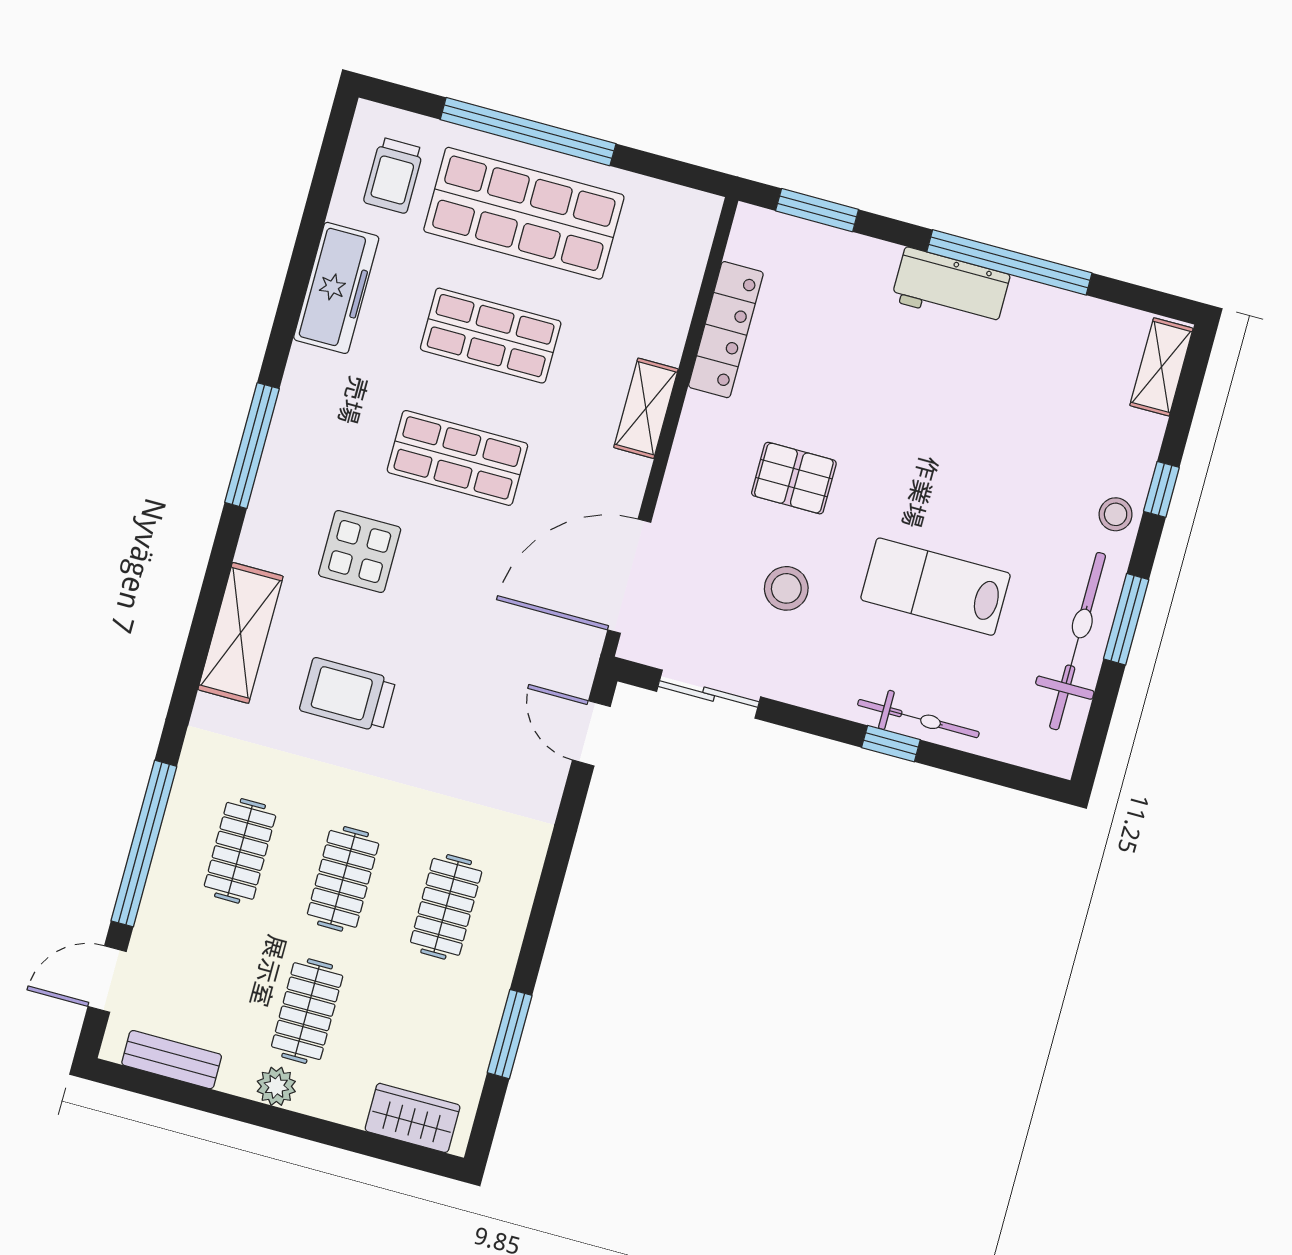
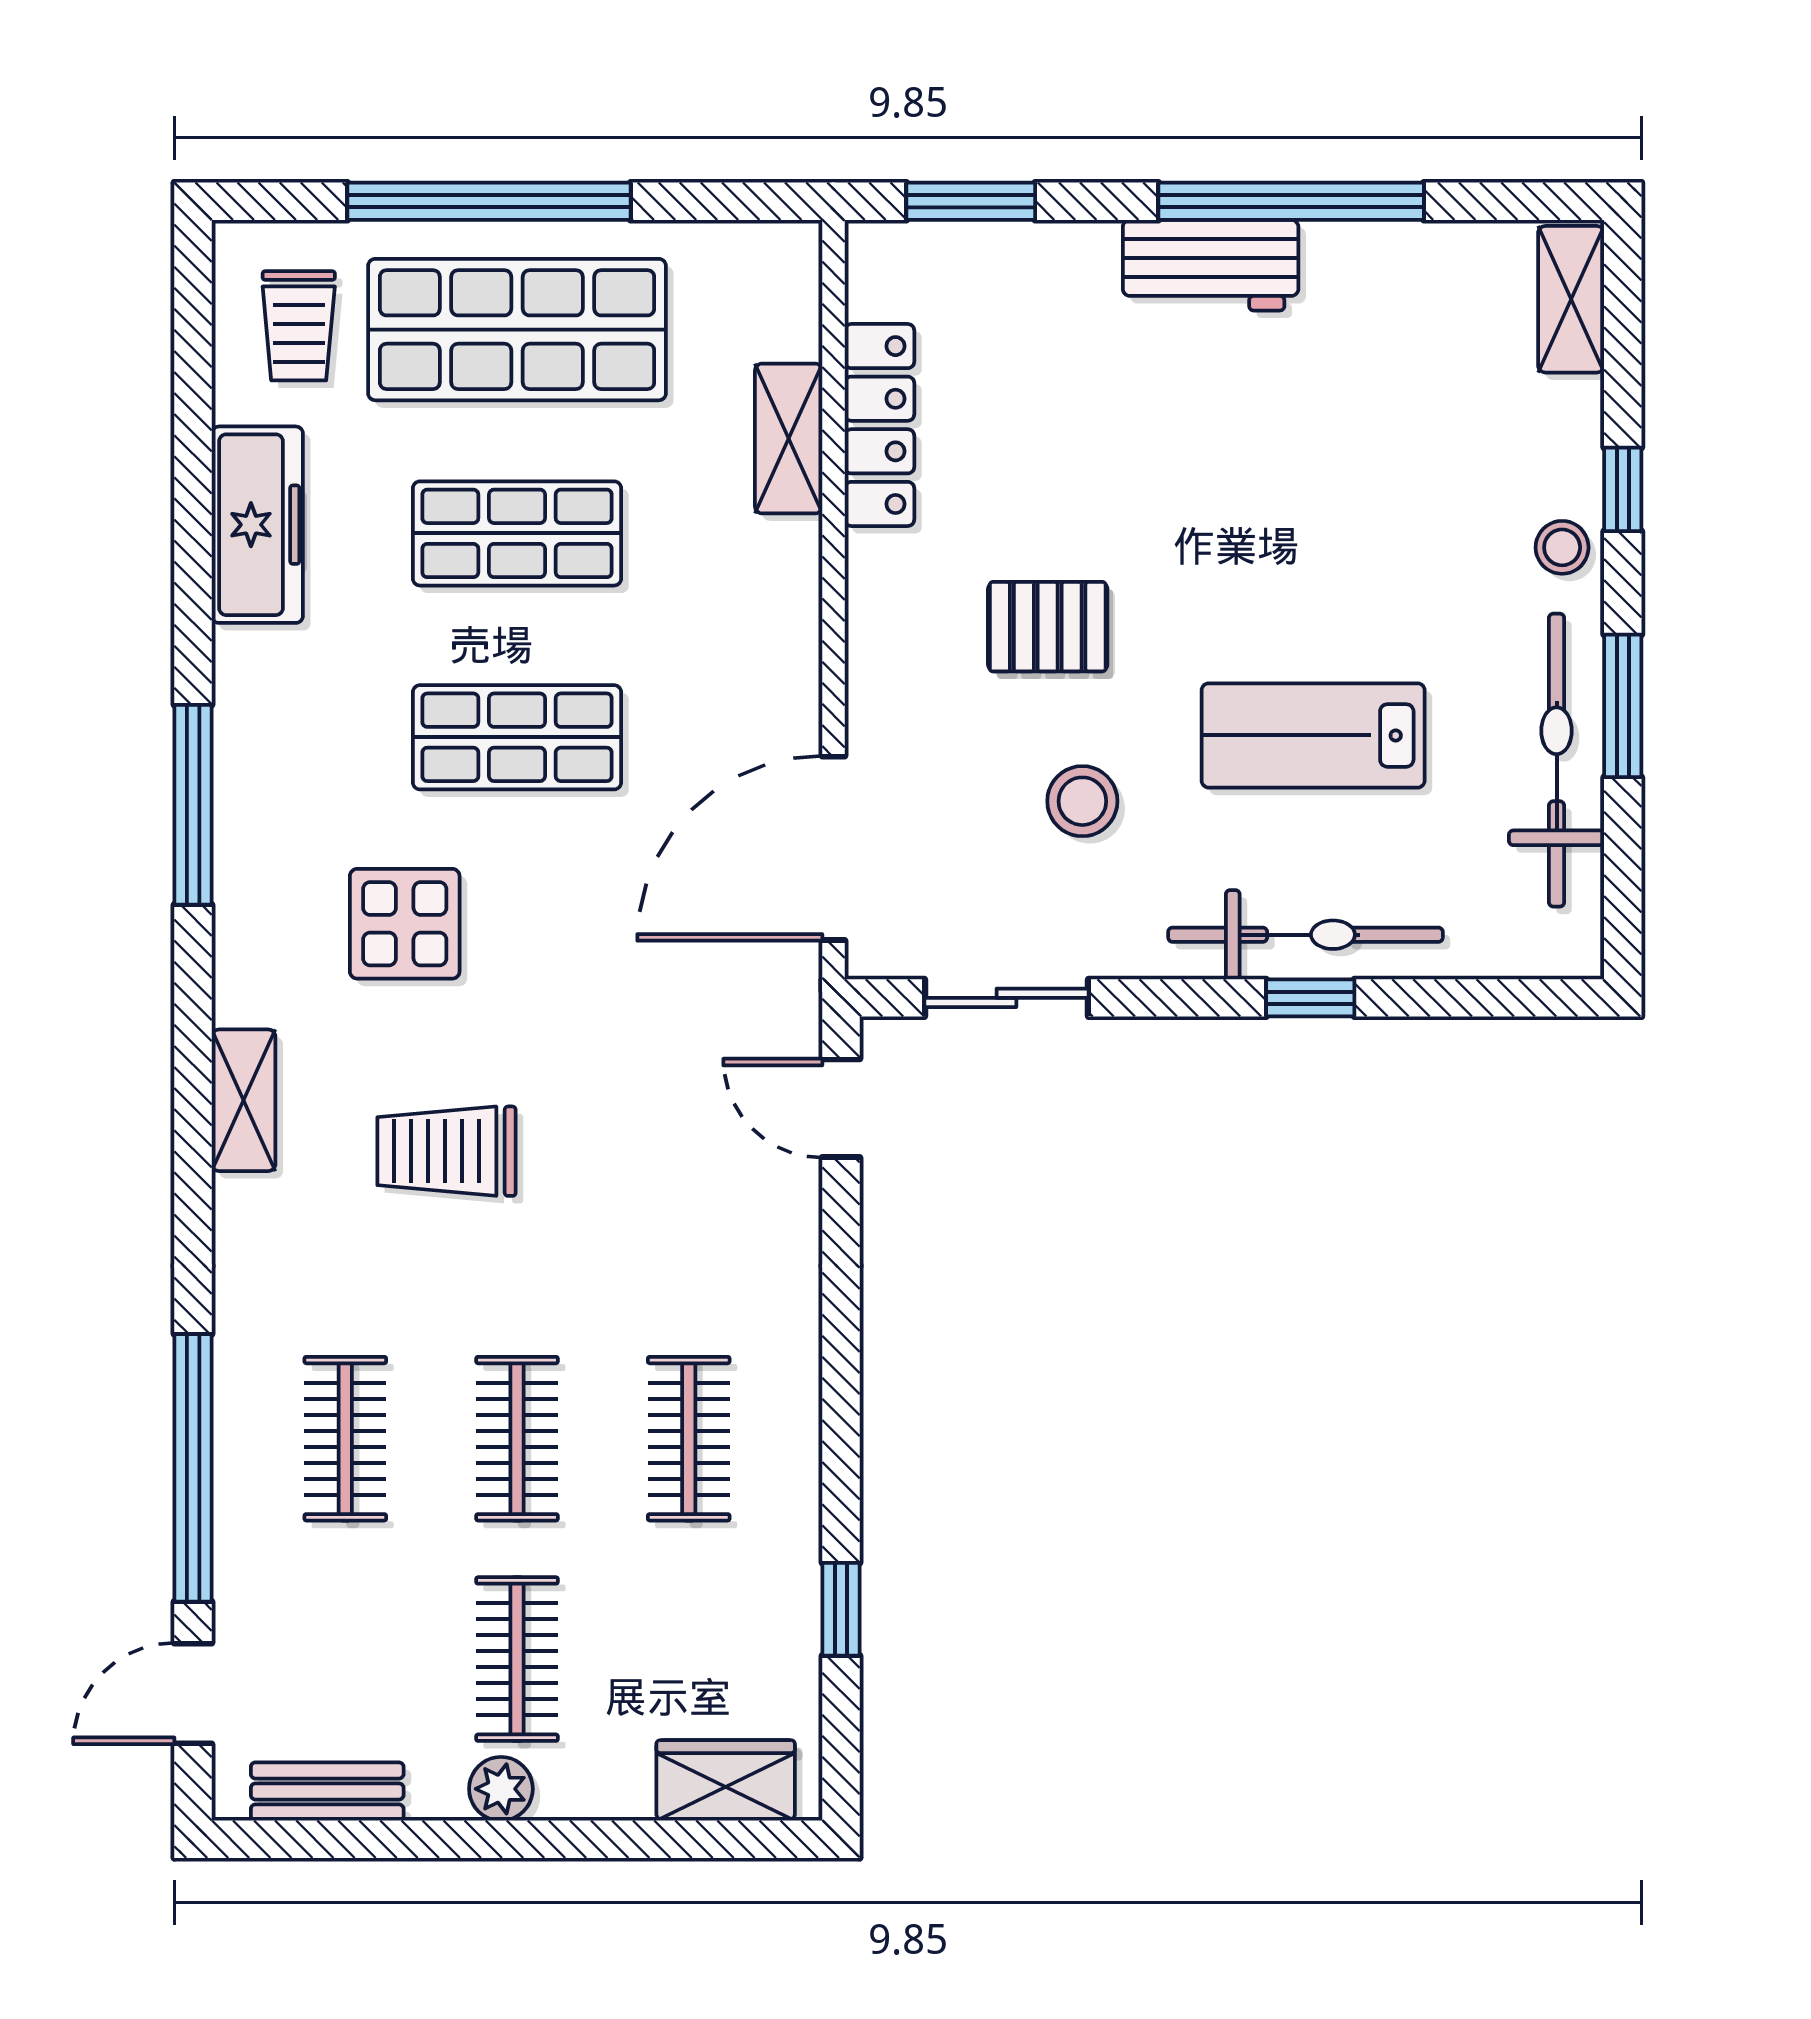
shelving: (646, 408) -> (789, 439), moved
shelving: (241, 633) -> (244, 1100), width x0.67, depth x0.75
bicycle: (918, 719) -> (1305, 935), width x1.37, depth x1.40
window: (510, 1034) -> (841, 1609), width x0.67

